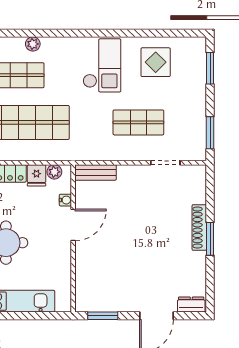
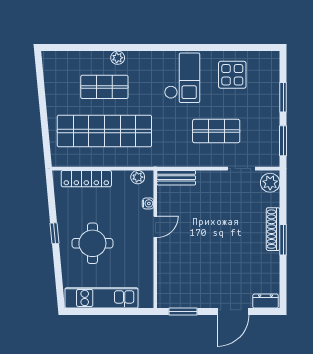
window: (210, 68) -> (283, 97), moved
fridge: (37, 175) -> (121, 180), removed
plant: (196, 178) -> (270, 183), added
door: (73, 225) -> (155, 227), width x0.73

